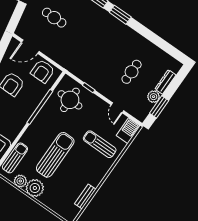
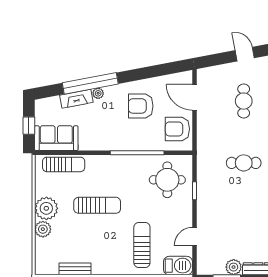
cafe table: (132, 72) -> (244, 163), moved
sun lounger: (55, 155) -> (97, 205), width x0.73, depth x0.75
plant: (20, 181) -> (43, 229), moved

